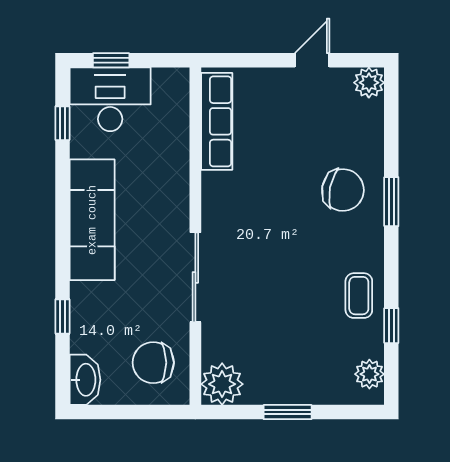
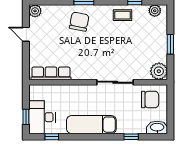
chair: (153, 363) -> (150, 100), turned -90

